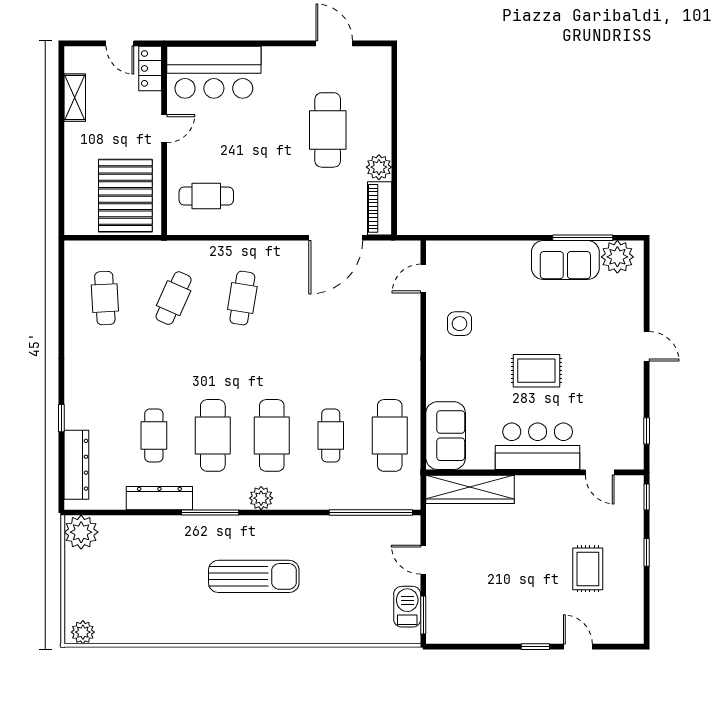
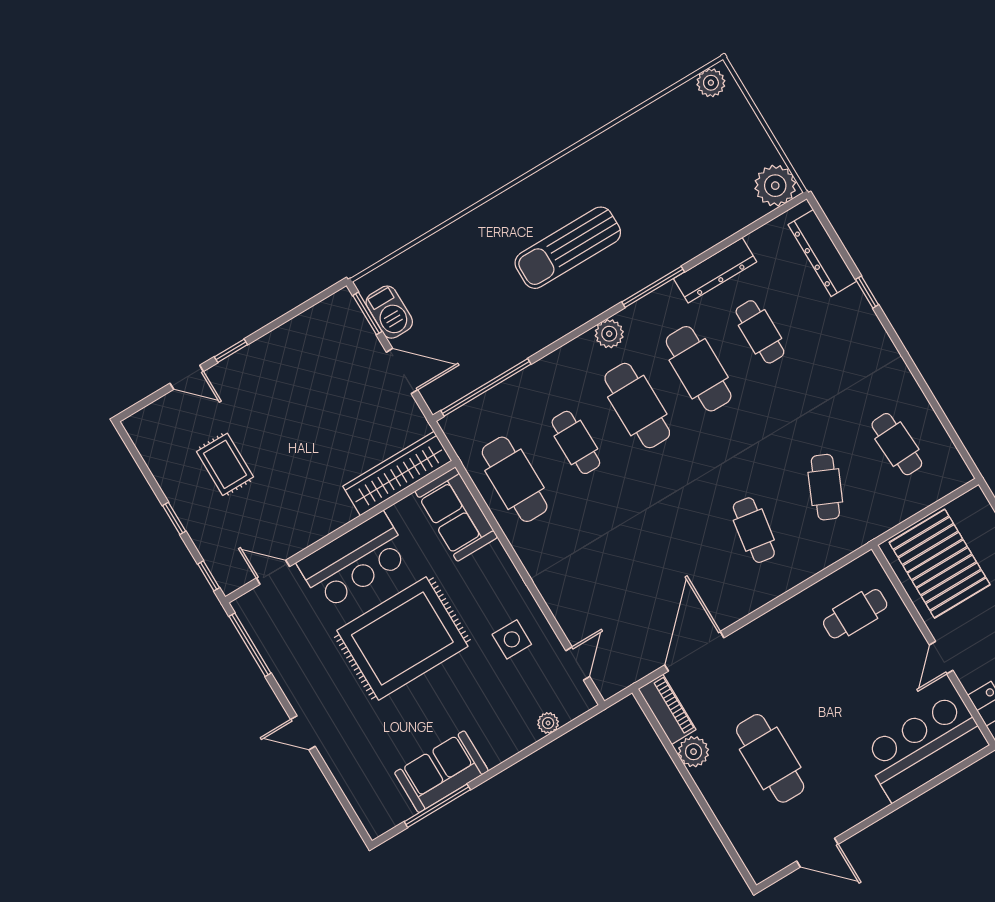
plant: (617, 257) -> (548, 723), moved, width x0.53, depth x0.53
rug: (536, 371) -> (402, 638), width x1.86, depth x2.06
window: (647, 431) -> (250, 645), width x2.17
door: (423, 560) -> (402, 371), width x1.38

